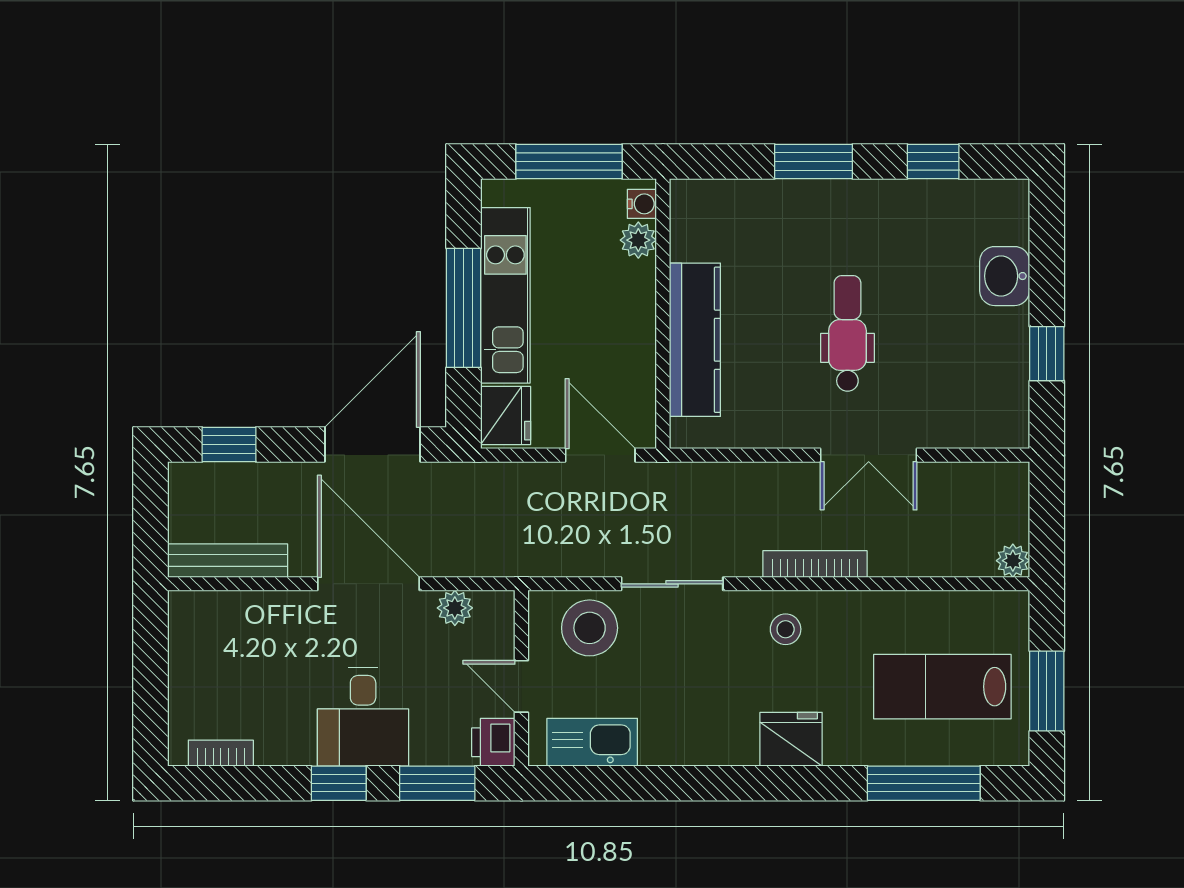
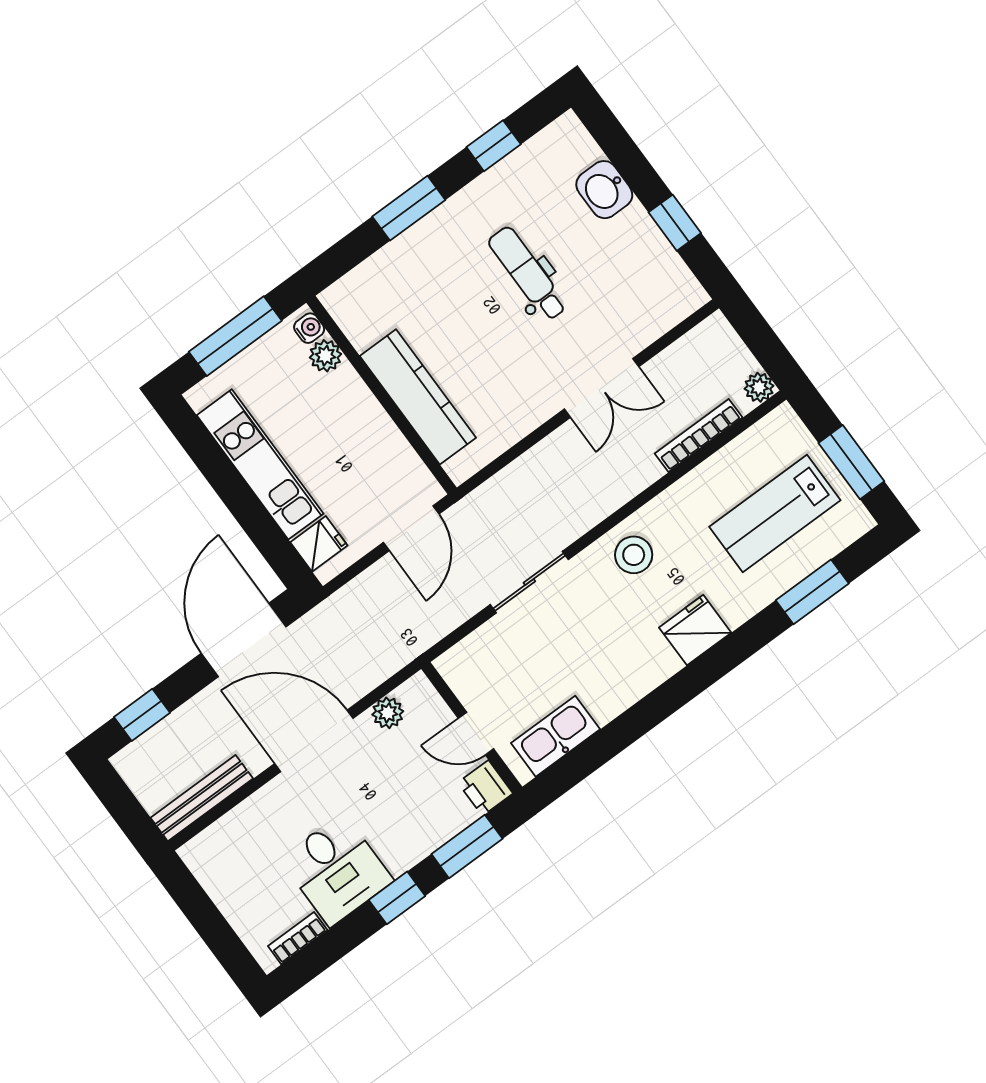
window: (464, 308) -> (237, 495), removed
dental chair: (847, 333) -> (528, 274), moved
fridge: (506, 415) -> (319, 544), width x0.72
door: (600, 455) -> (411, 528), swing flipped
bookcase: (815, 564) -> (699, 435), moved
stool: (590, 628) -> (494, 656), removed
stool: (786, 629) -> (634, 555), width x1.37, depth x1.37
desk: (363, 717) -> (337, 870), moved
window: (924, 783) -> (812, 592), width x0.69

